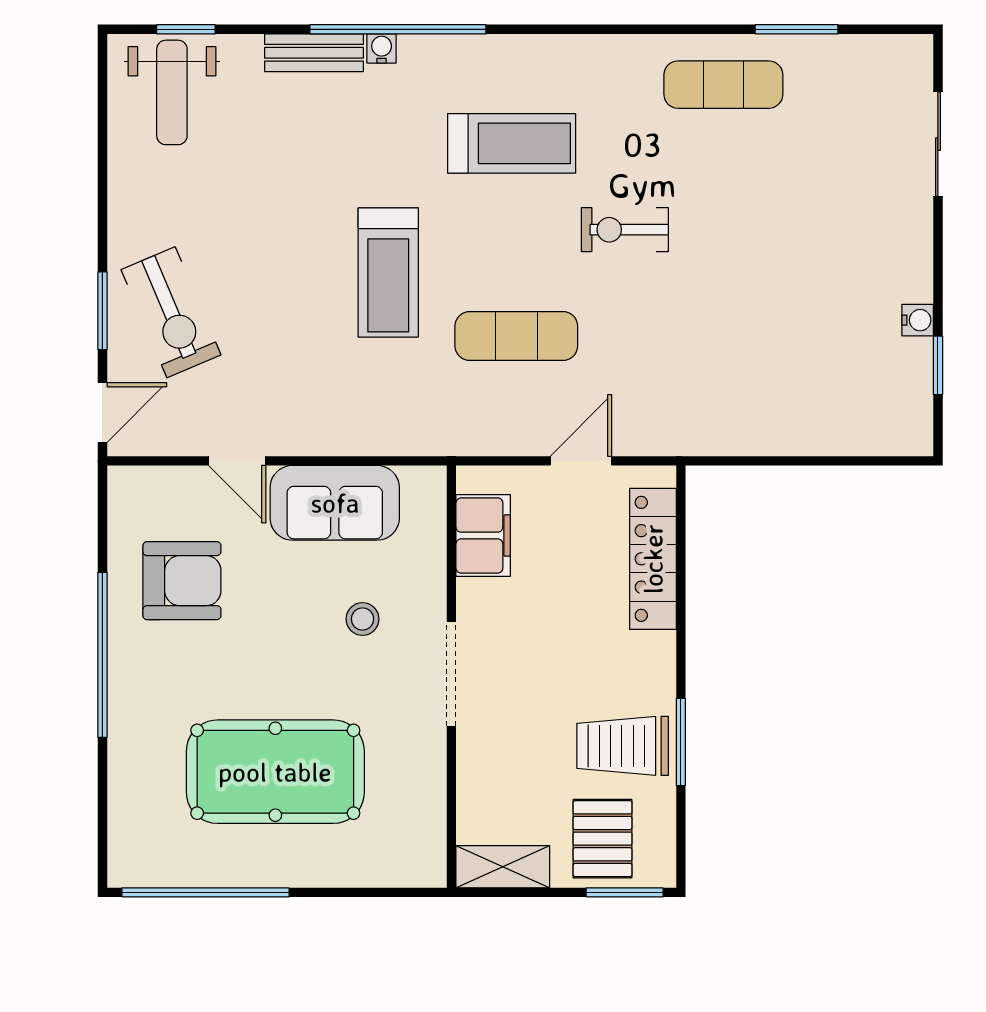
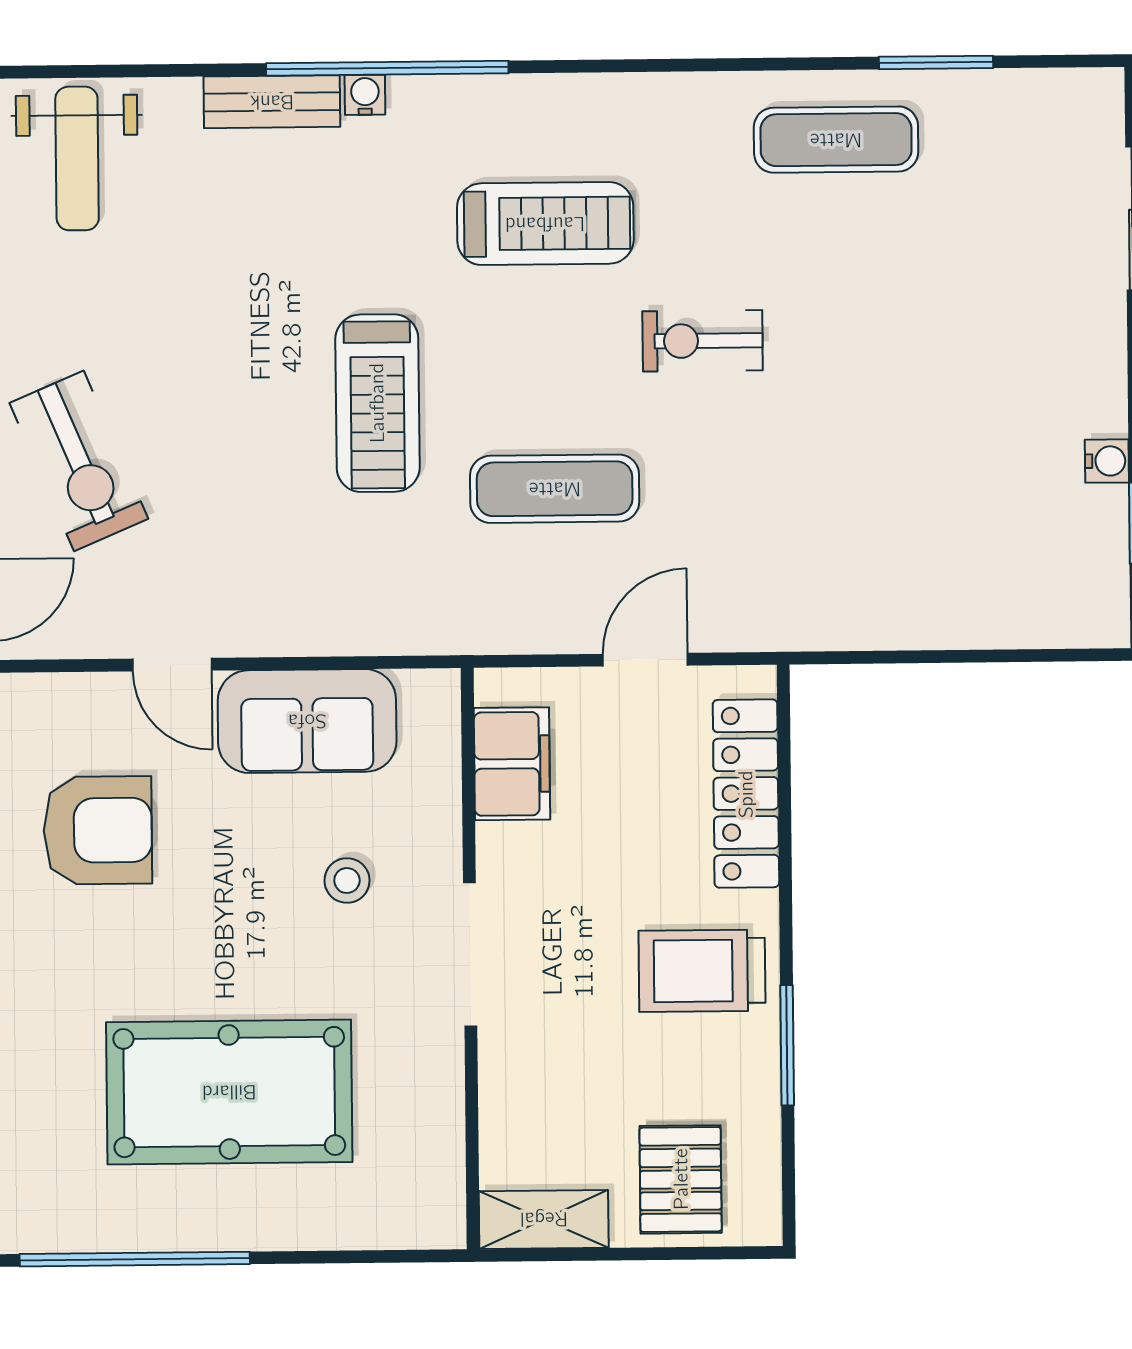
window: (186, 29) -> (95, 71), removed
trolley: (623, 746) -> (702, 971), moved
window: (625, 892) -> (712, 1253), removed

